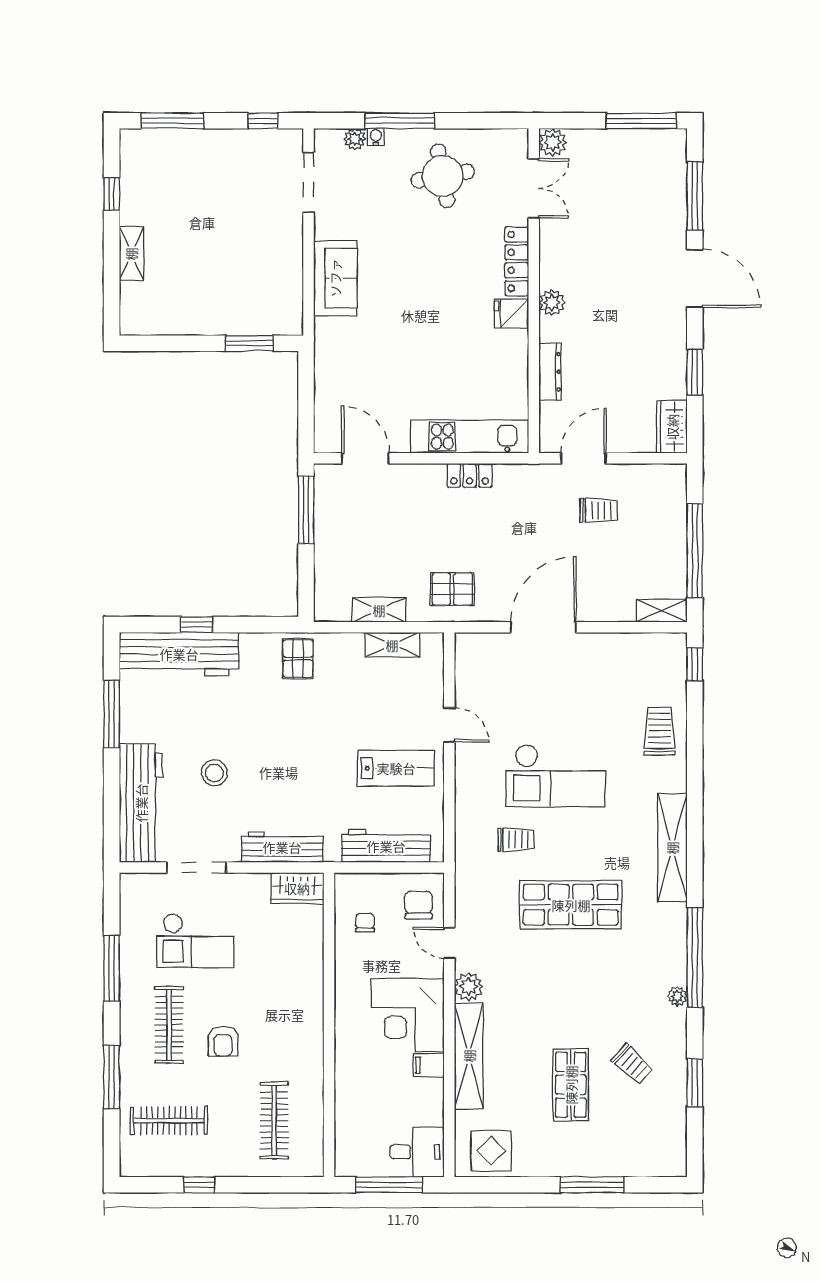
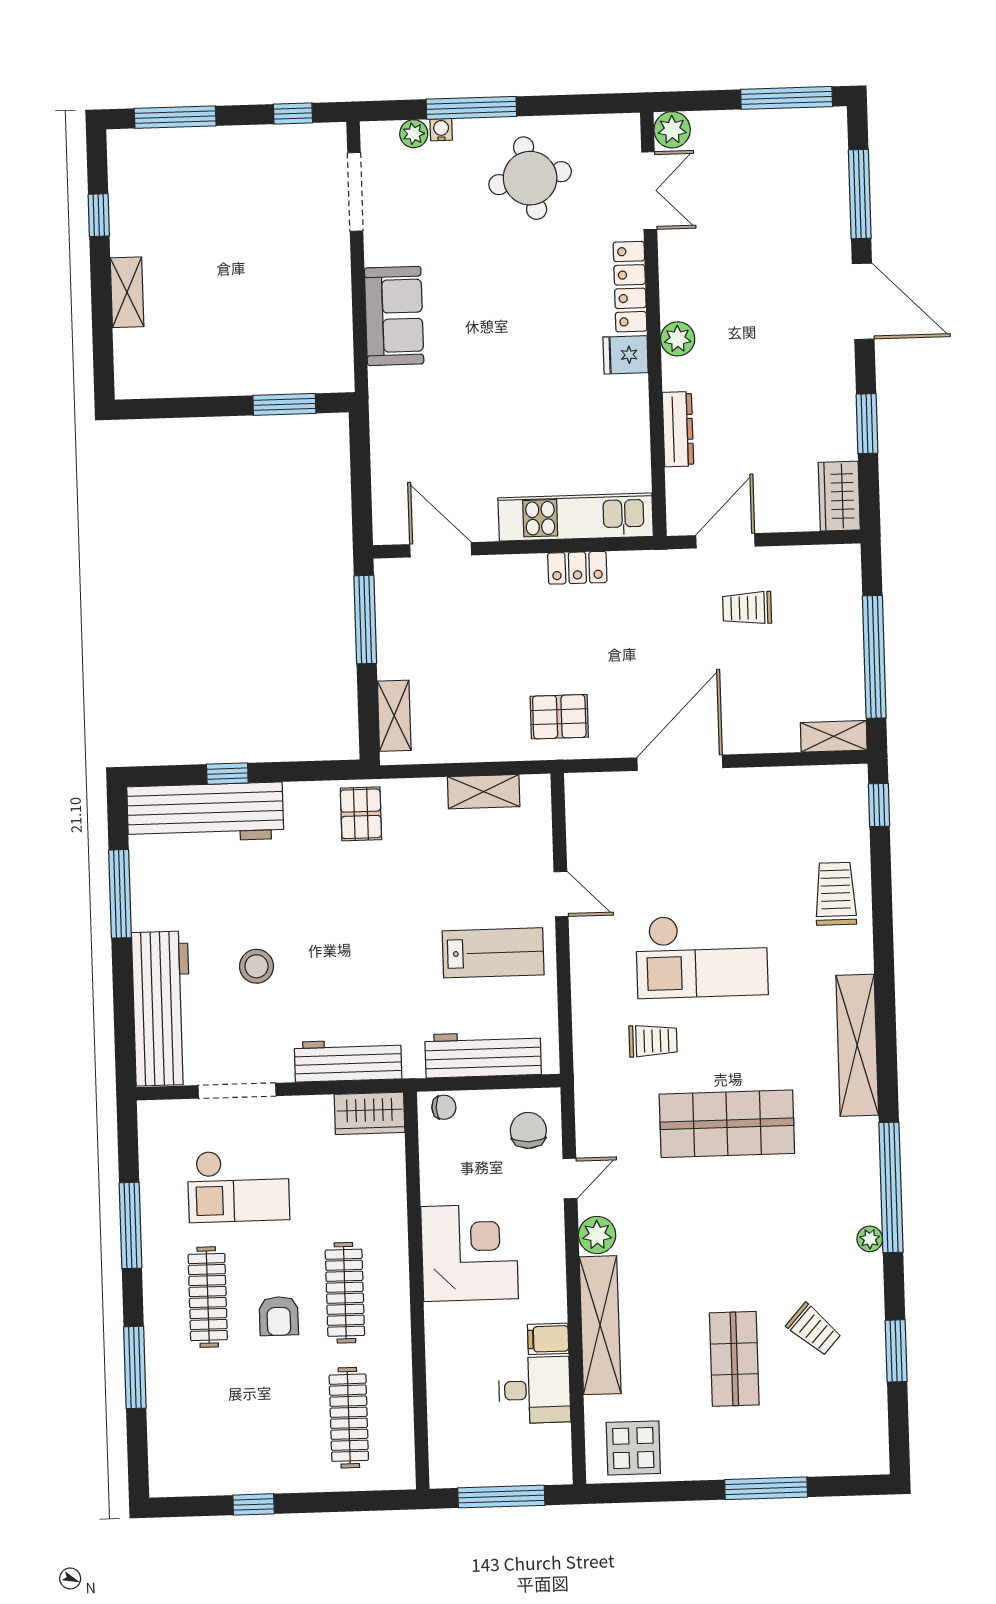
trolley: (599, 510) -> (747, 608), turned 180
shelving: (379, 610) -> (394, 716), moved, turned 90
chair: (365, 923) -> (444, 1107), moved, turned 90
door: (449, 943) -> (570, 1179), swing flipped
corner desk: (408, 1015) -> (470, 1253), moved, turned 180
clothes rail: (169, 1121) -> (345, 1293), moved, turned 90
desk: (417, 1152) -> (535, 1390), moved

